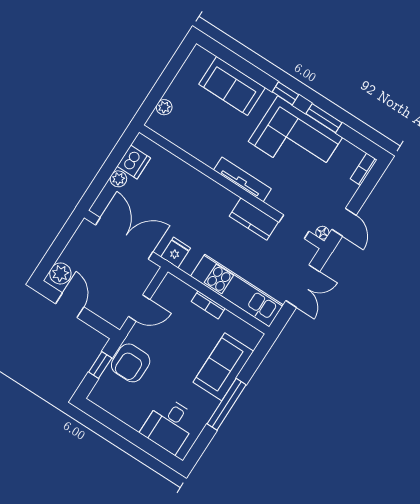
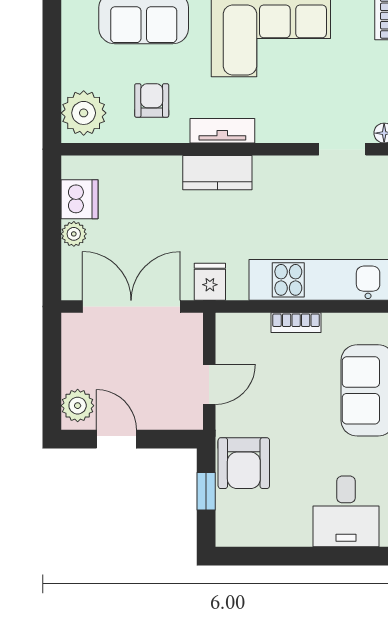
plant: (164, 107) -> (84, 113), width x1.87, depth x1.87
armchair: (208, 134) -> (152, 100), added
tv unit: (242, 179) -> (222, 131), width x0.71
kitchen counter: (254, 219) -> (217, 173), moved

